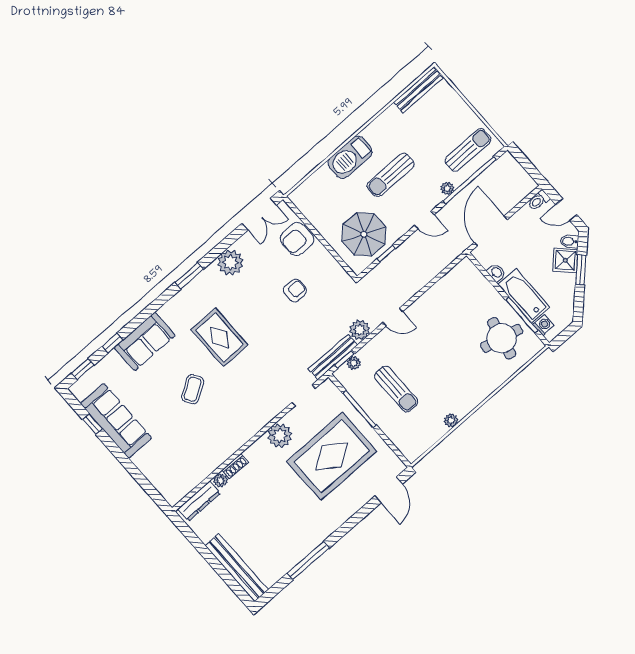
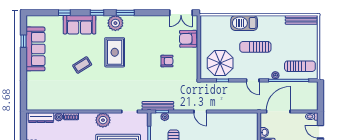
plant: (230, 263) -> (115, 23), moved
plant: (360, 330) -> (181, 104), removed
window: (83, 369) -> (97, 13), moved

